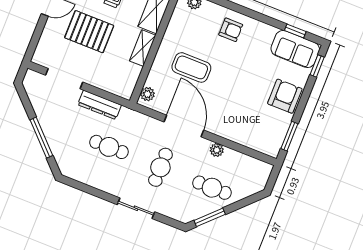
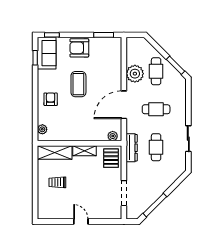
pallet: (89, 32) -> (111, 158), moved, width x0.67, depth x0.71
coffee table: (191, 67) -> (78, 84), moved
dresser: (100, 105) -> (132, 148), moved
window: (41, 138) -> (155, 205), moved
plant: (217, 150) -> (135, 74), width x1.88, depth x1.88
sliding door: (136, 208) -> (188, 139), moved

